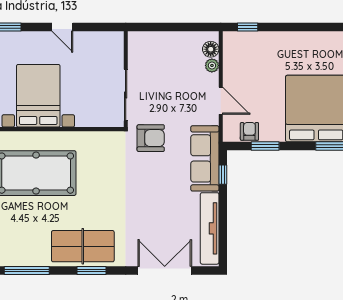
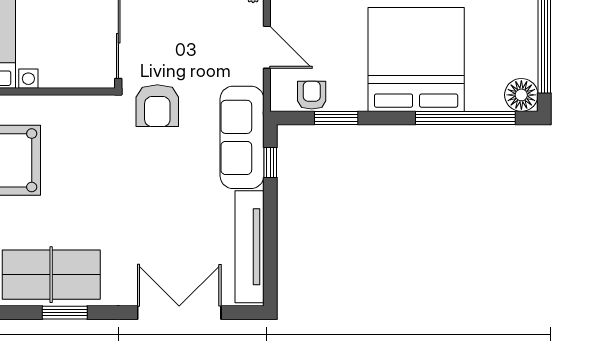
armchair: (151, 138) -> (157, 106), turned 90

